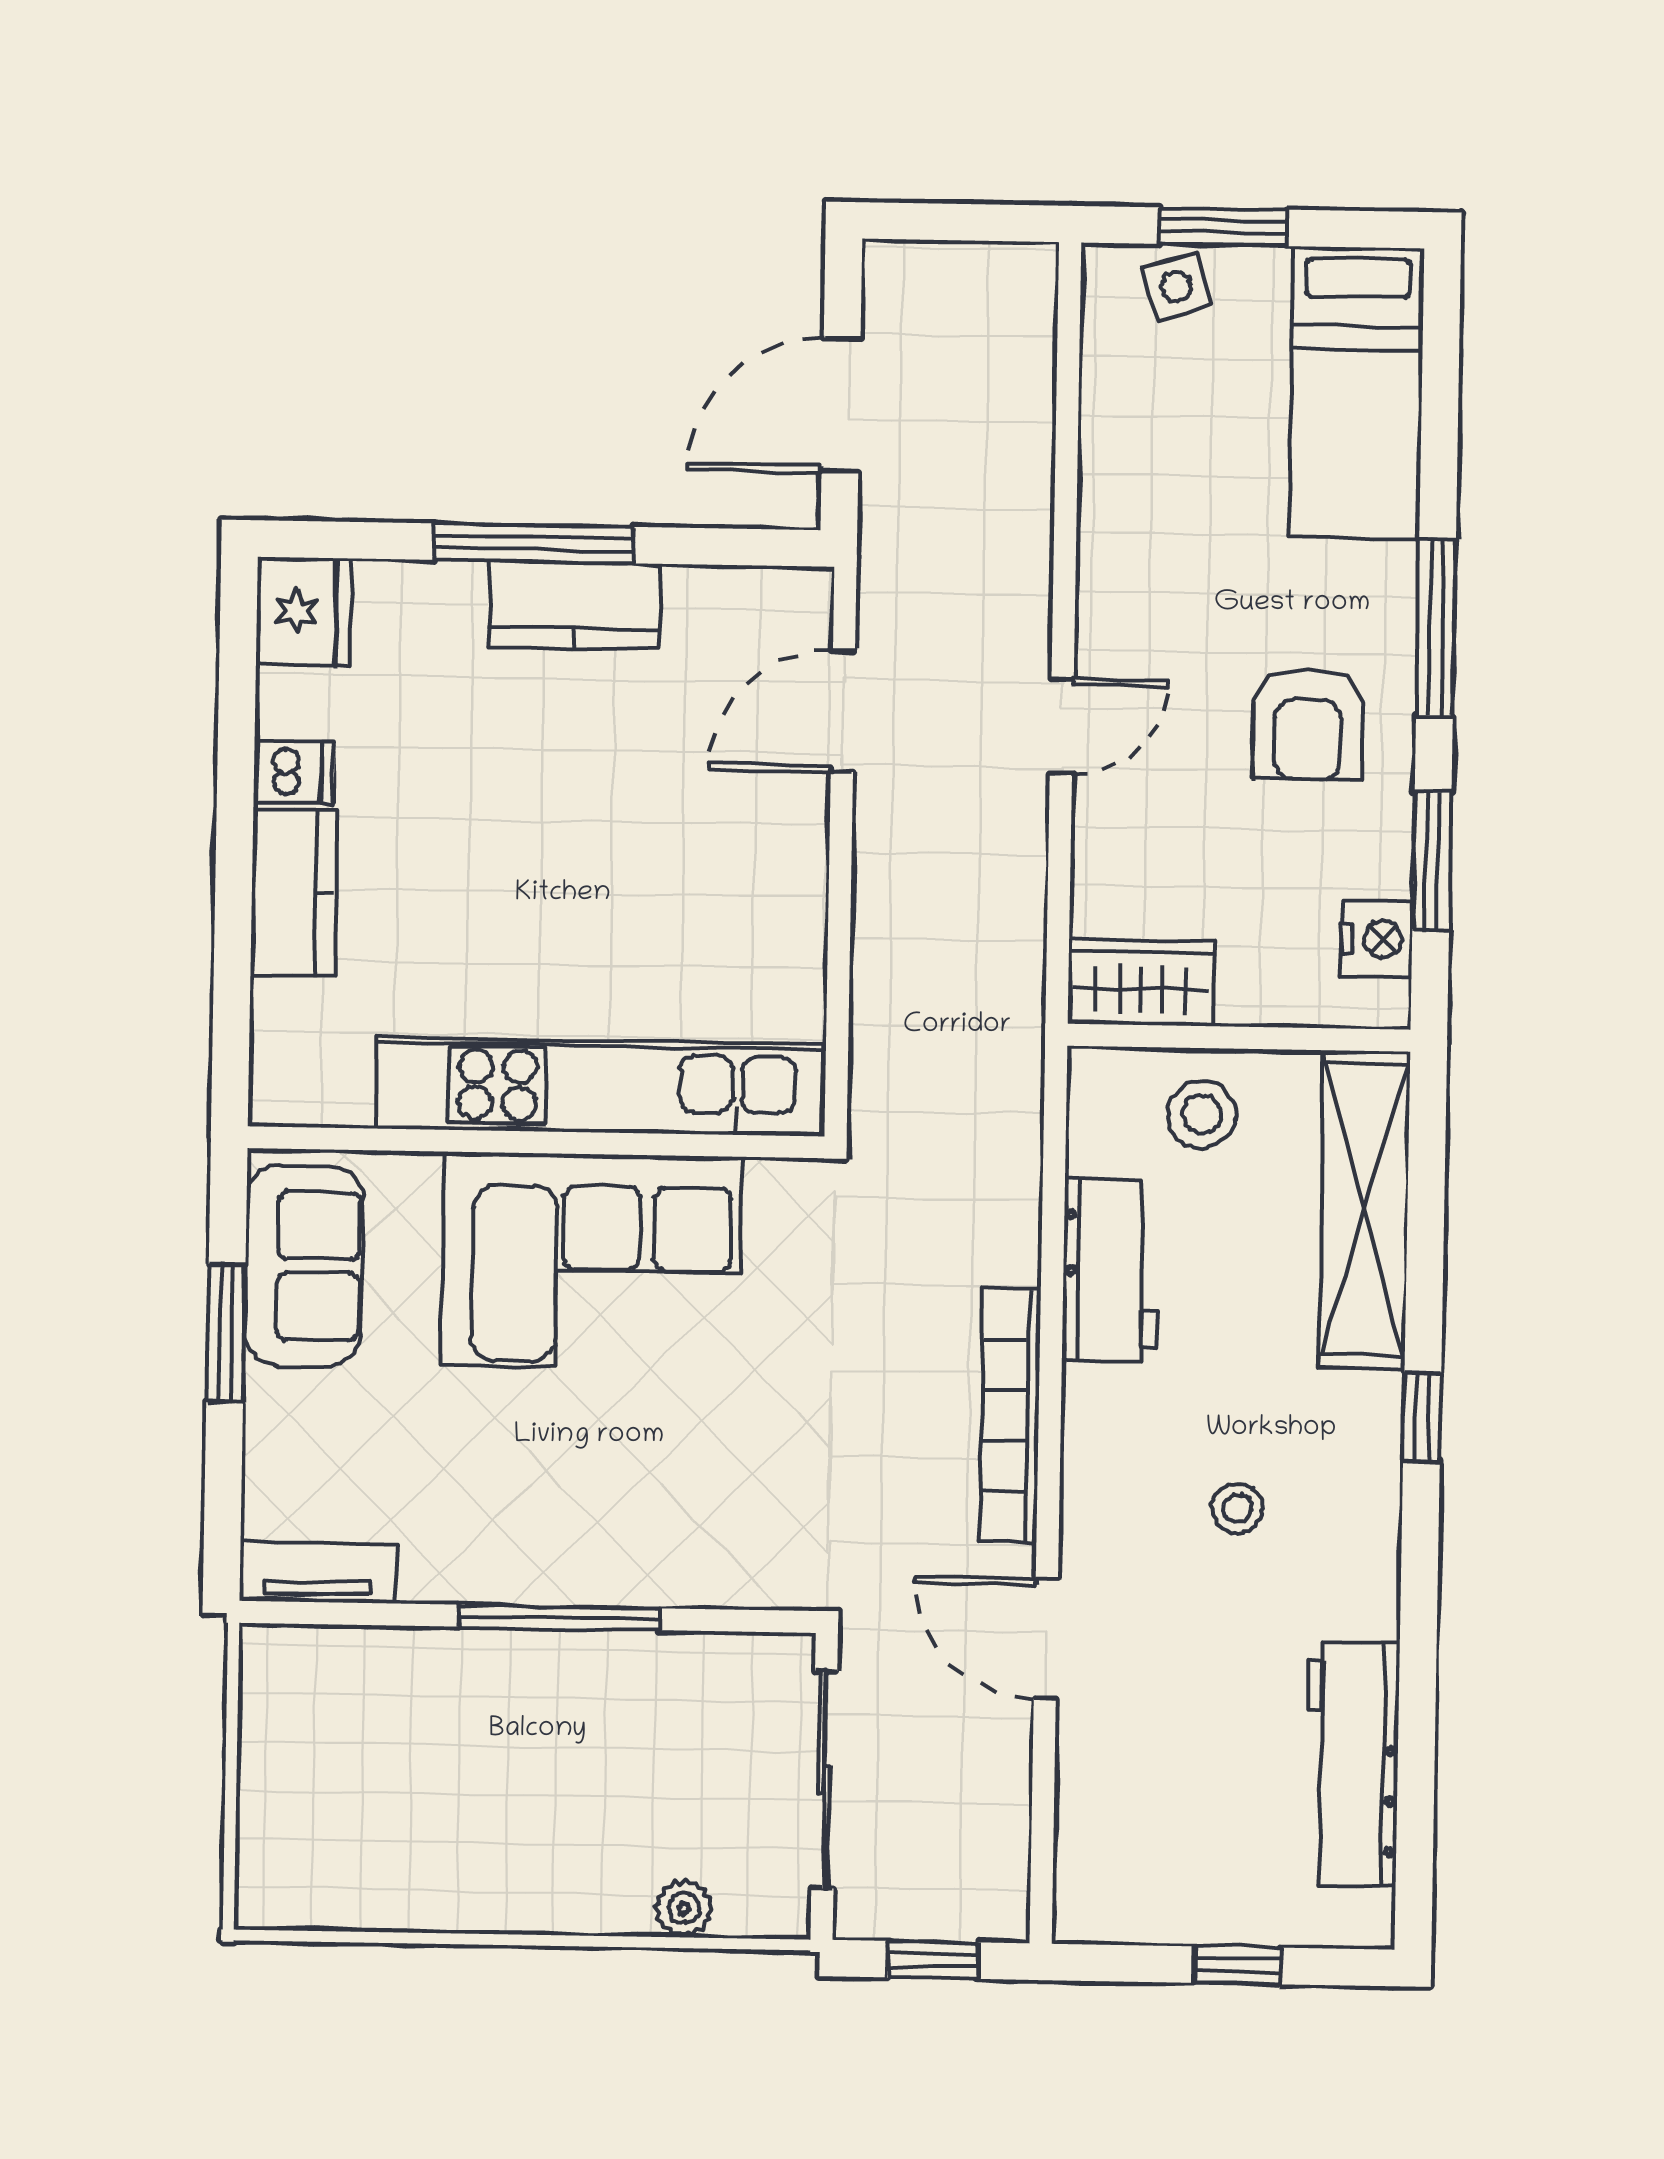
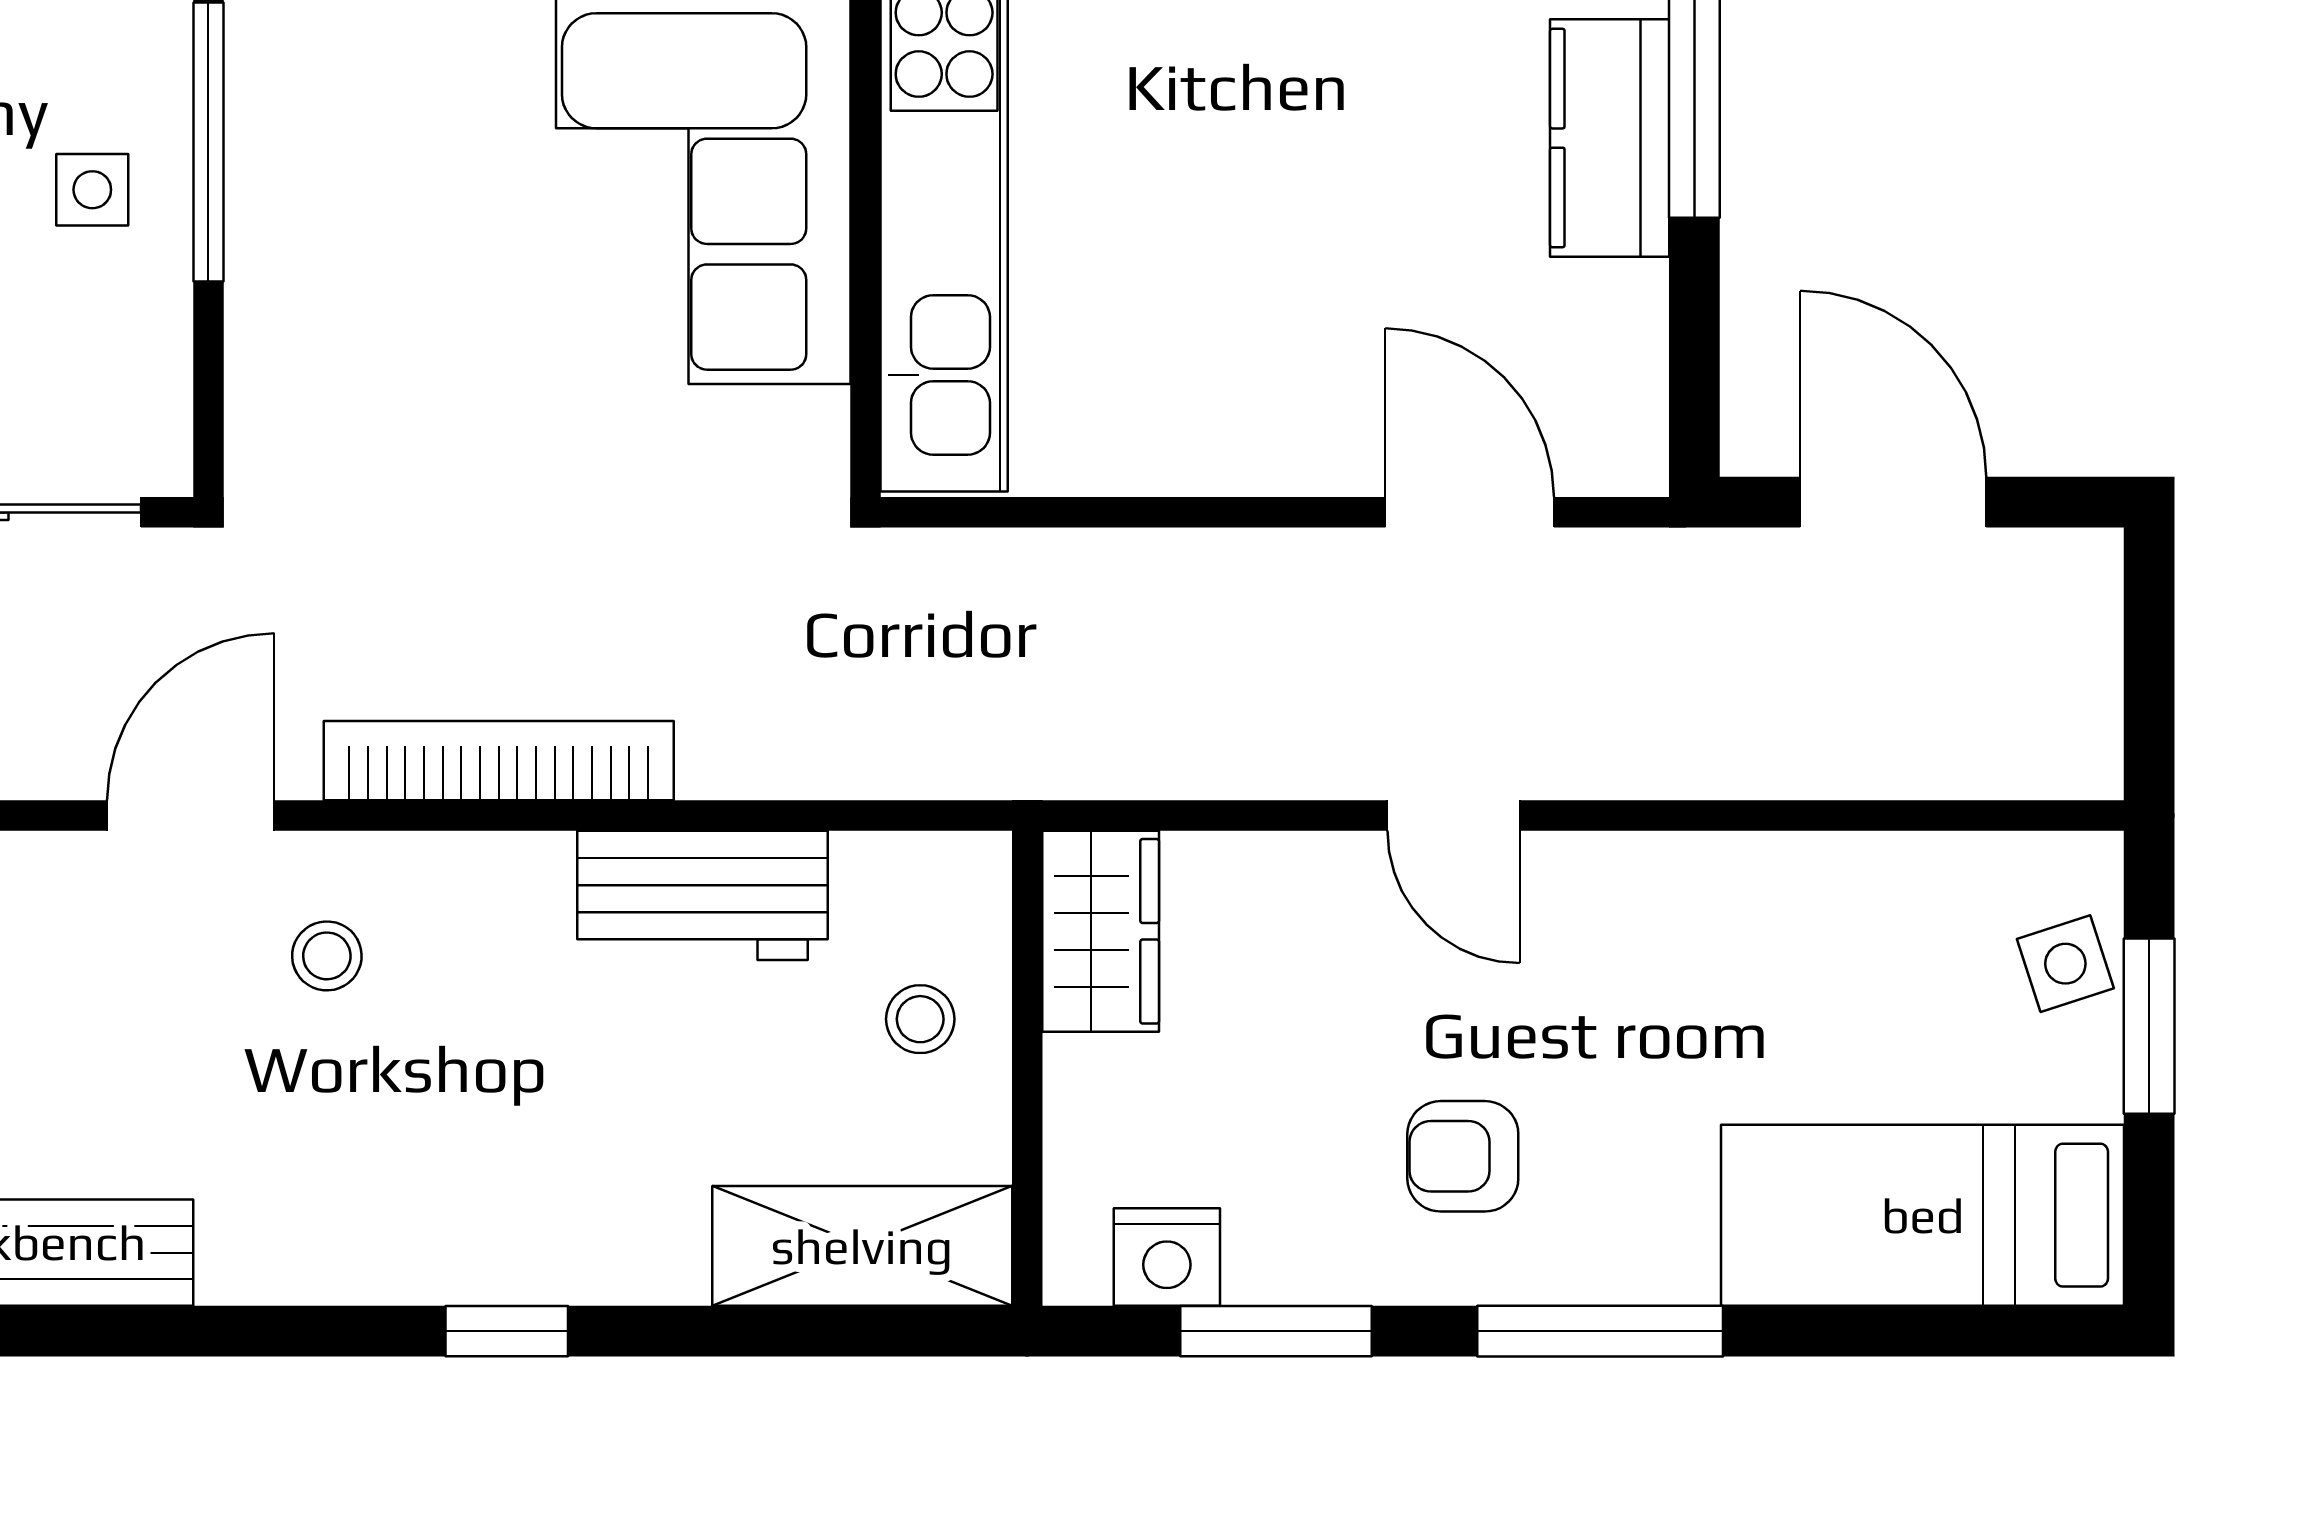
armchair: (1308, 724) -> (1463, 1156), width x0.72, depth x0.72
stool: (1202, 1114) -> (920, 1019), width x0.73, depth x0.73
shelving: (1364, 1210) -> (862, 1246), width x0.68
stool: (1238, 1508) -> (327, 956), moved
side table: (592, 1702) -> (92, 190), added

